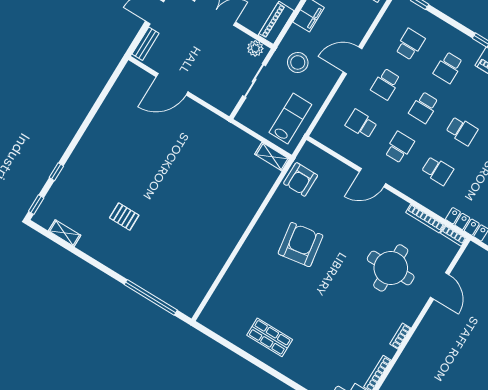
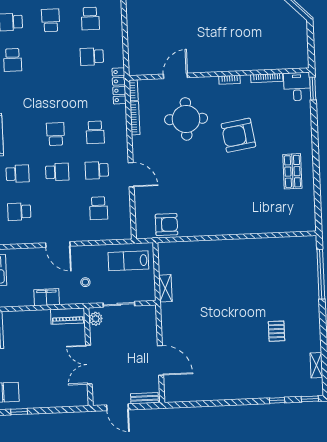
stool: (298, 62) -> (85, 282), width x0.53, depth x0.53
school desk: (386, 84) -> (59, 210), removed
shelving: (272, 157) -> (165, 288), moved
school desk: (437, 171) -> (95, 132), turned 180
armchair: (301, 245) -> (238, 135), moved

